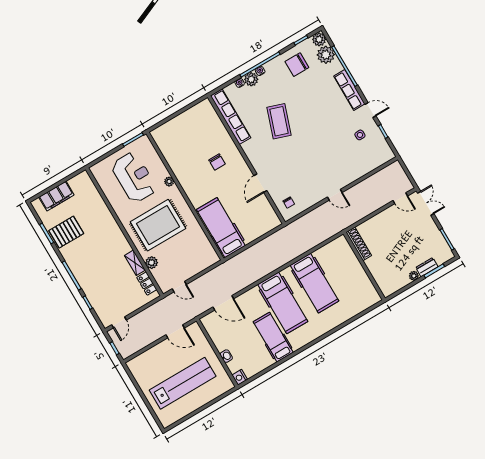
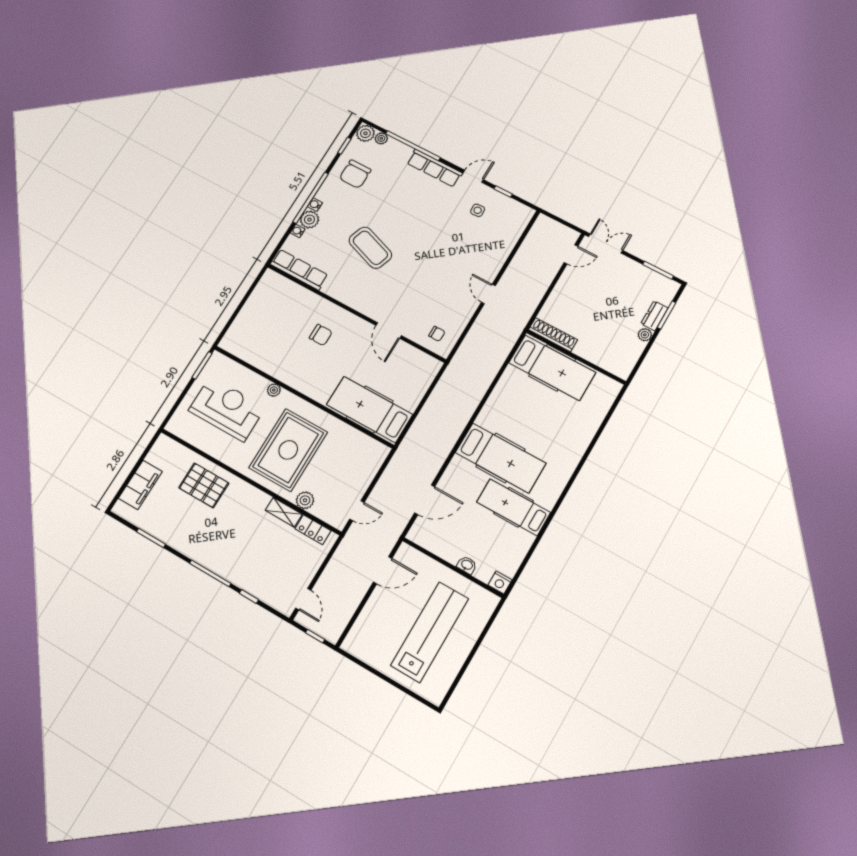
plant: (326, 55) -> (381, 138), width x0.53, depth x0.53
row of seats: (231, 117) -> (299, 270), width x0.73
door: (335, 195) -> (488, 294), swing flipped
pallet: (66, 232) -> (204, 485), moved, turned 90
hospital bed: (314, 283) -> (552, 368), moved

